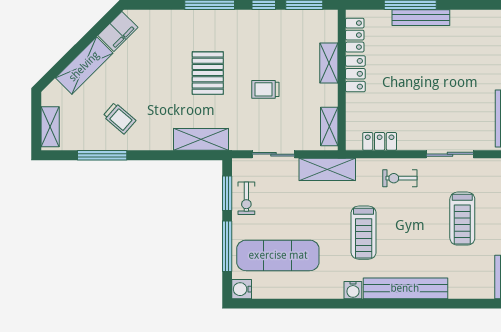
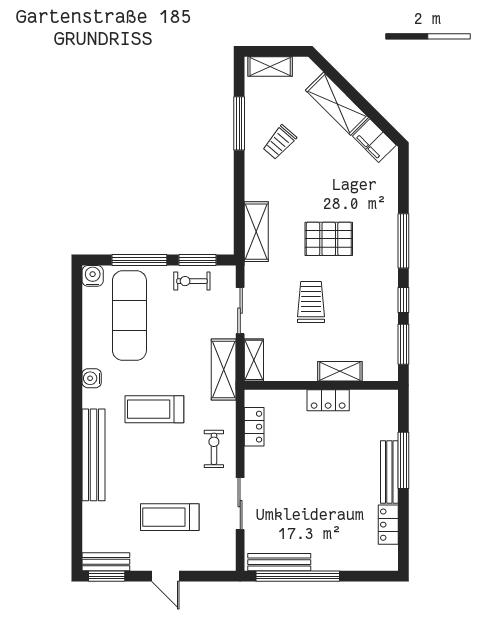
locker: (355, 35) -> (388, 525), moved, turned 90
trolley: (265, 89) -> (311, 302), width x1.36, depth x1.39
shelving: (329, 126) -> (254, 360), moved, turned 90
water cooler: (353, 290) -> (92, 378), moved

